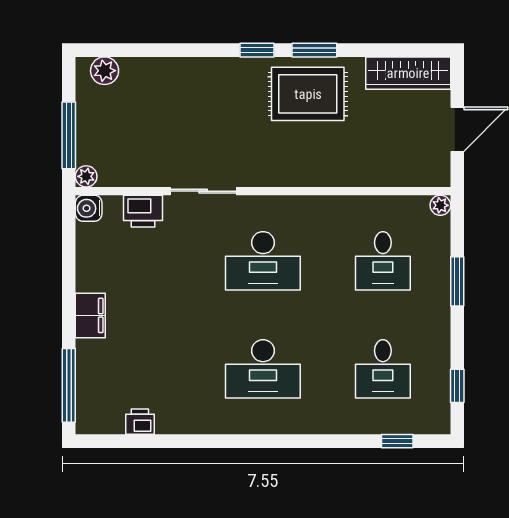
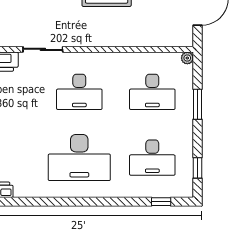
desk: (383, 261) -> (152, 92), width x1.37
desk: (263, 369) -> (79, 158), width x1.36, depth x1.30
desk: (383, 369) -> (152, 158), width x1.37

